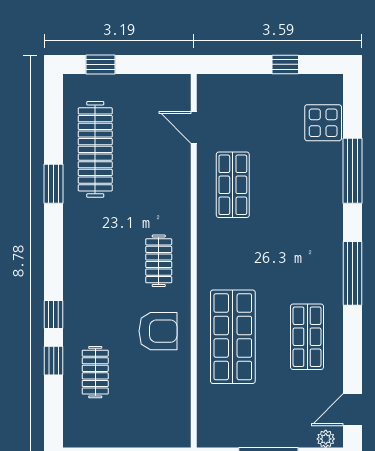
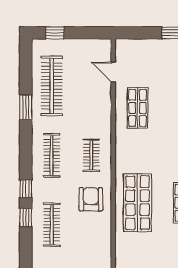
clothes rail: (95, 261) -> (52, 155), added
armchair: (158, 331) -> (91, 199), turned -90
clothes rail: (95, 372) -> (52, 225), width x1.36

